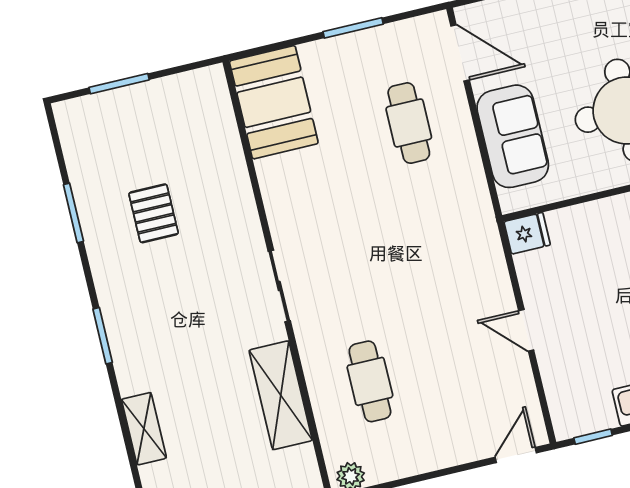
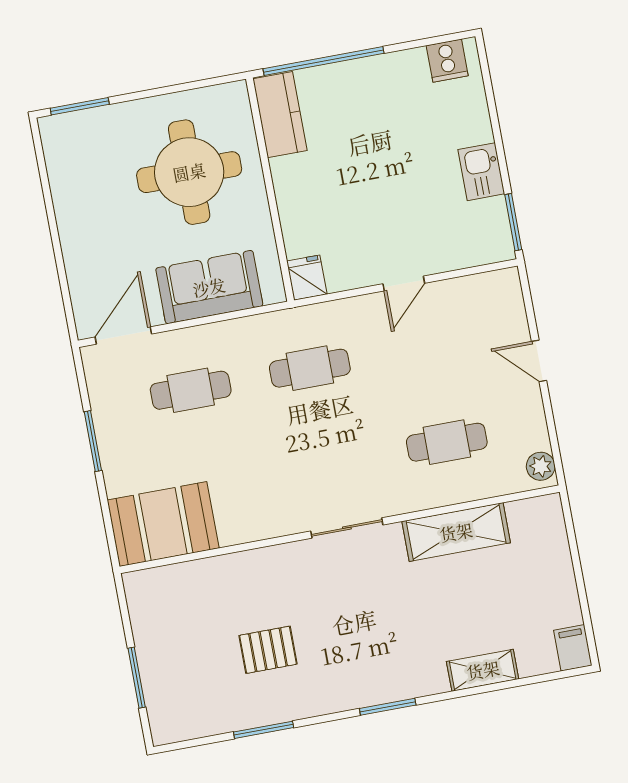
cafe table: (437, 241) -> (310, 368), added
window: (593, 437) -> (513, 222), width x1.50
door: (516, 455) -> (539, 361), moved

